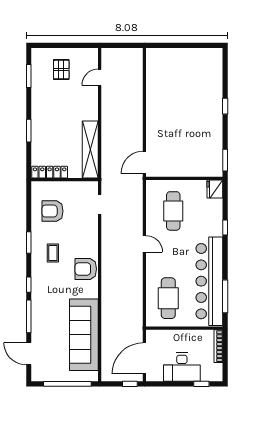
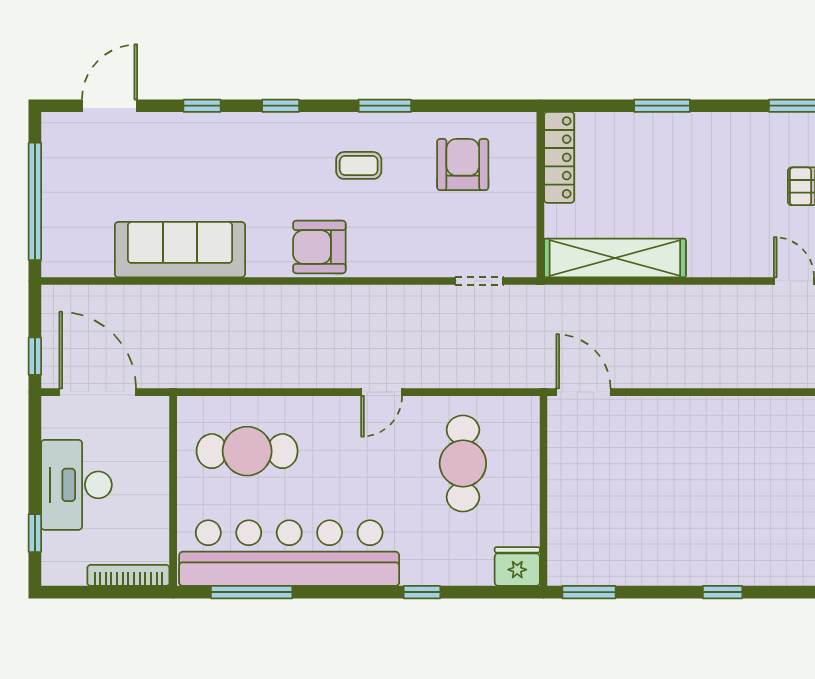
cafe table: (173, 211) -> (463, 464), turned 90
armchair: (86, 269) -> (319, 247), turned -90
window: (29, 316) -> (202, 106), width x0.46
sofa: (84, 335) -> (180, 250), width x0.74, depth x0.79

